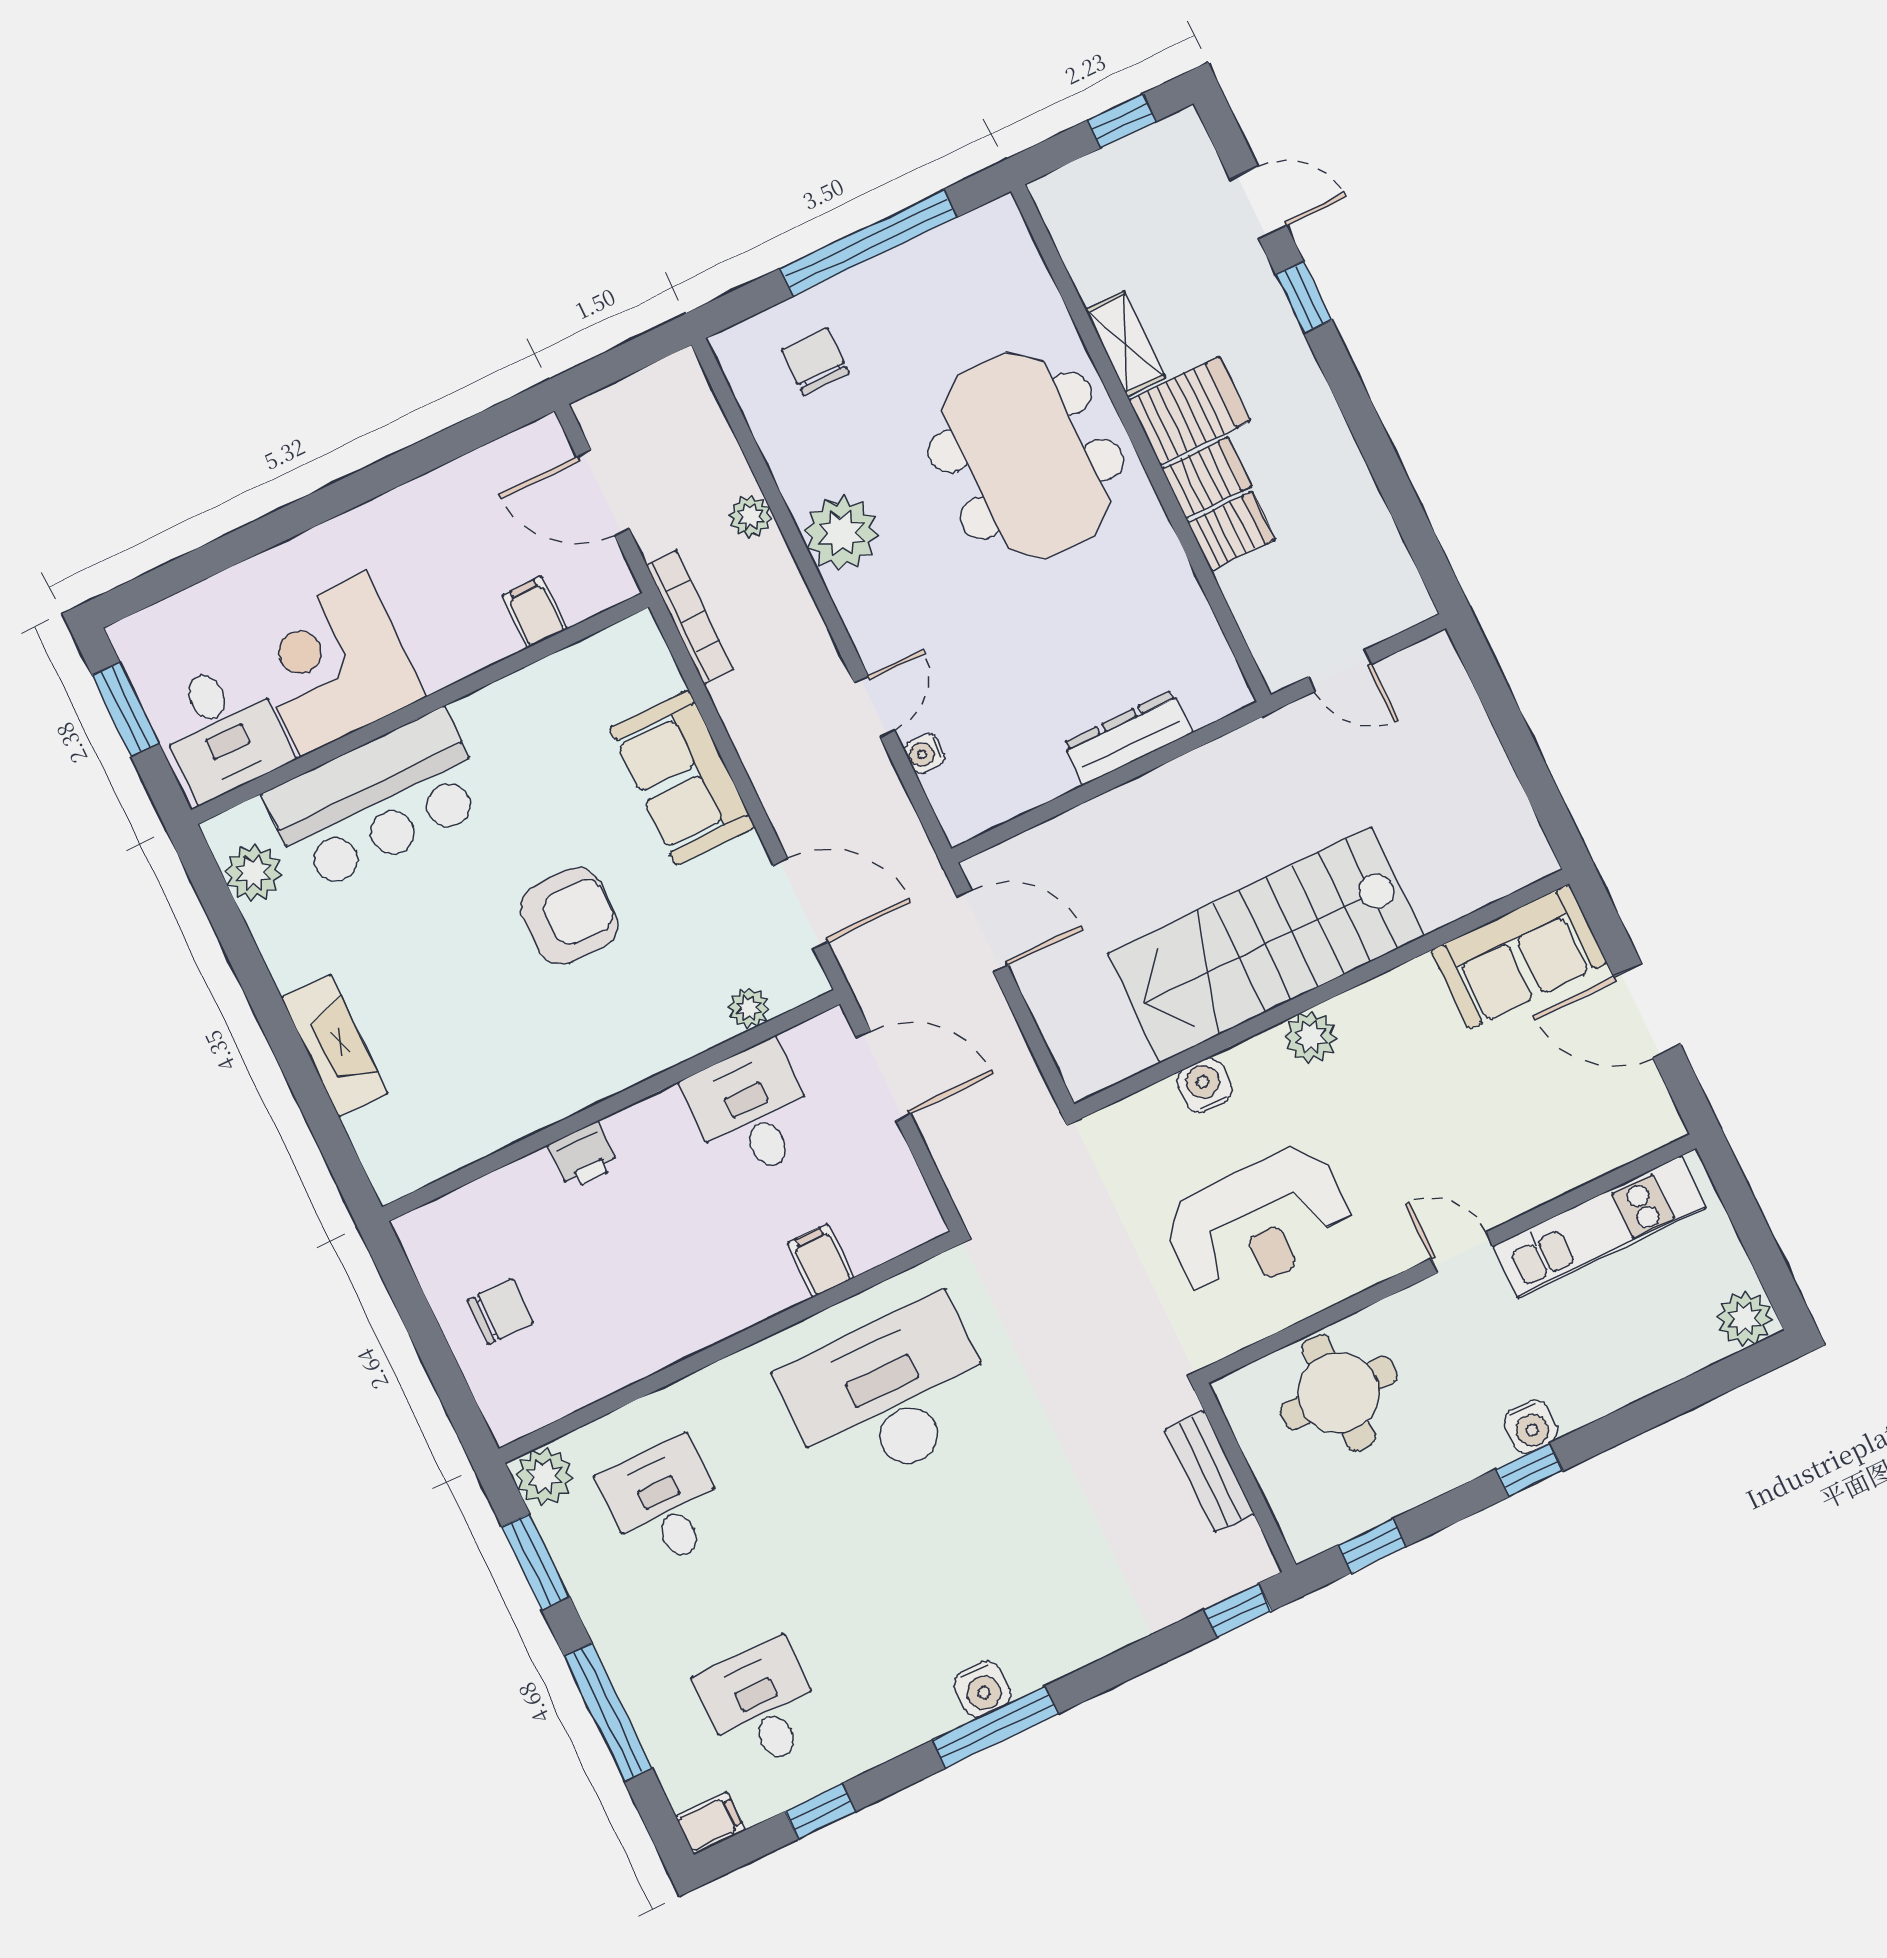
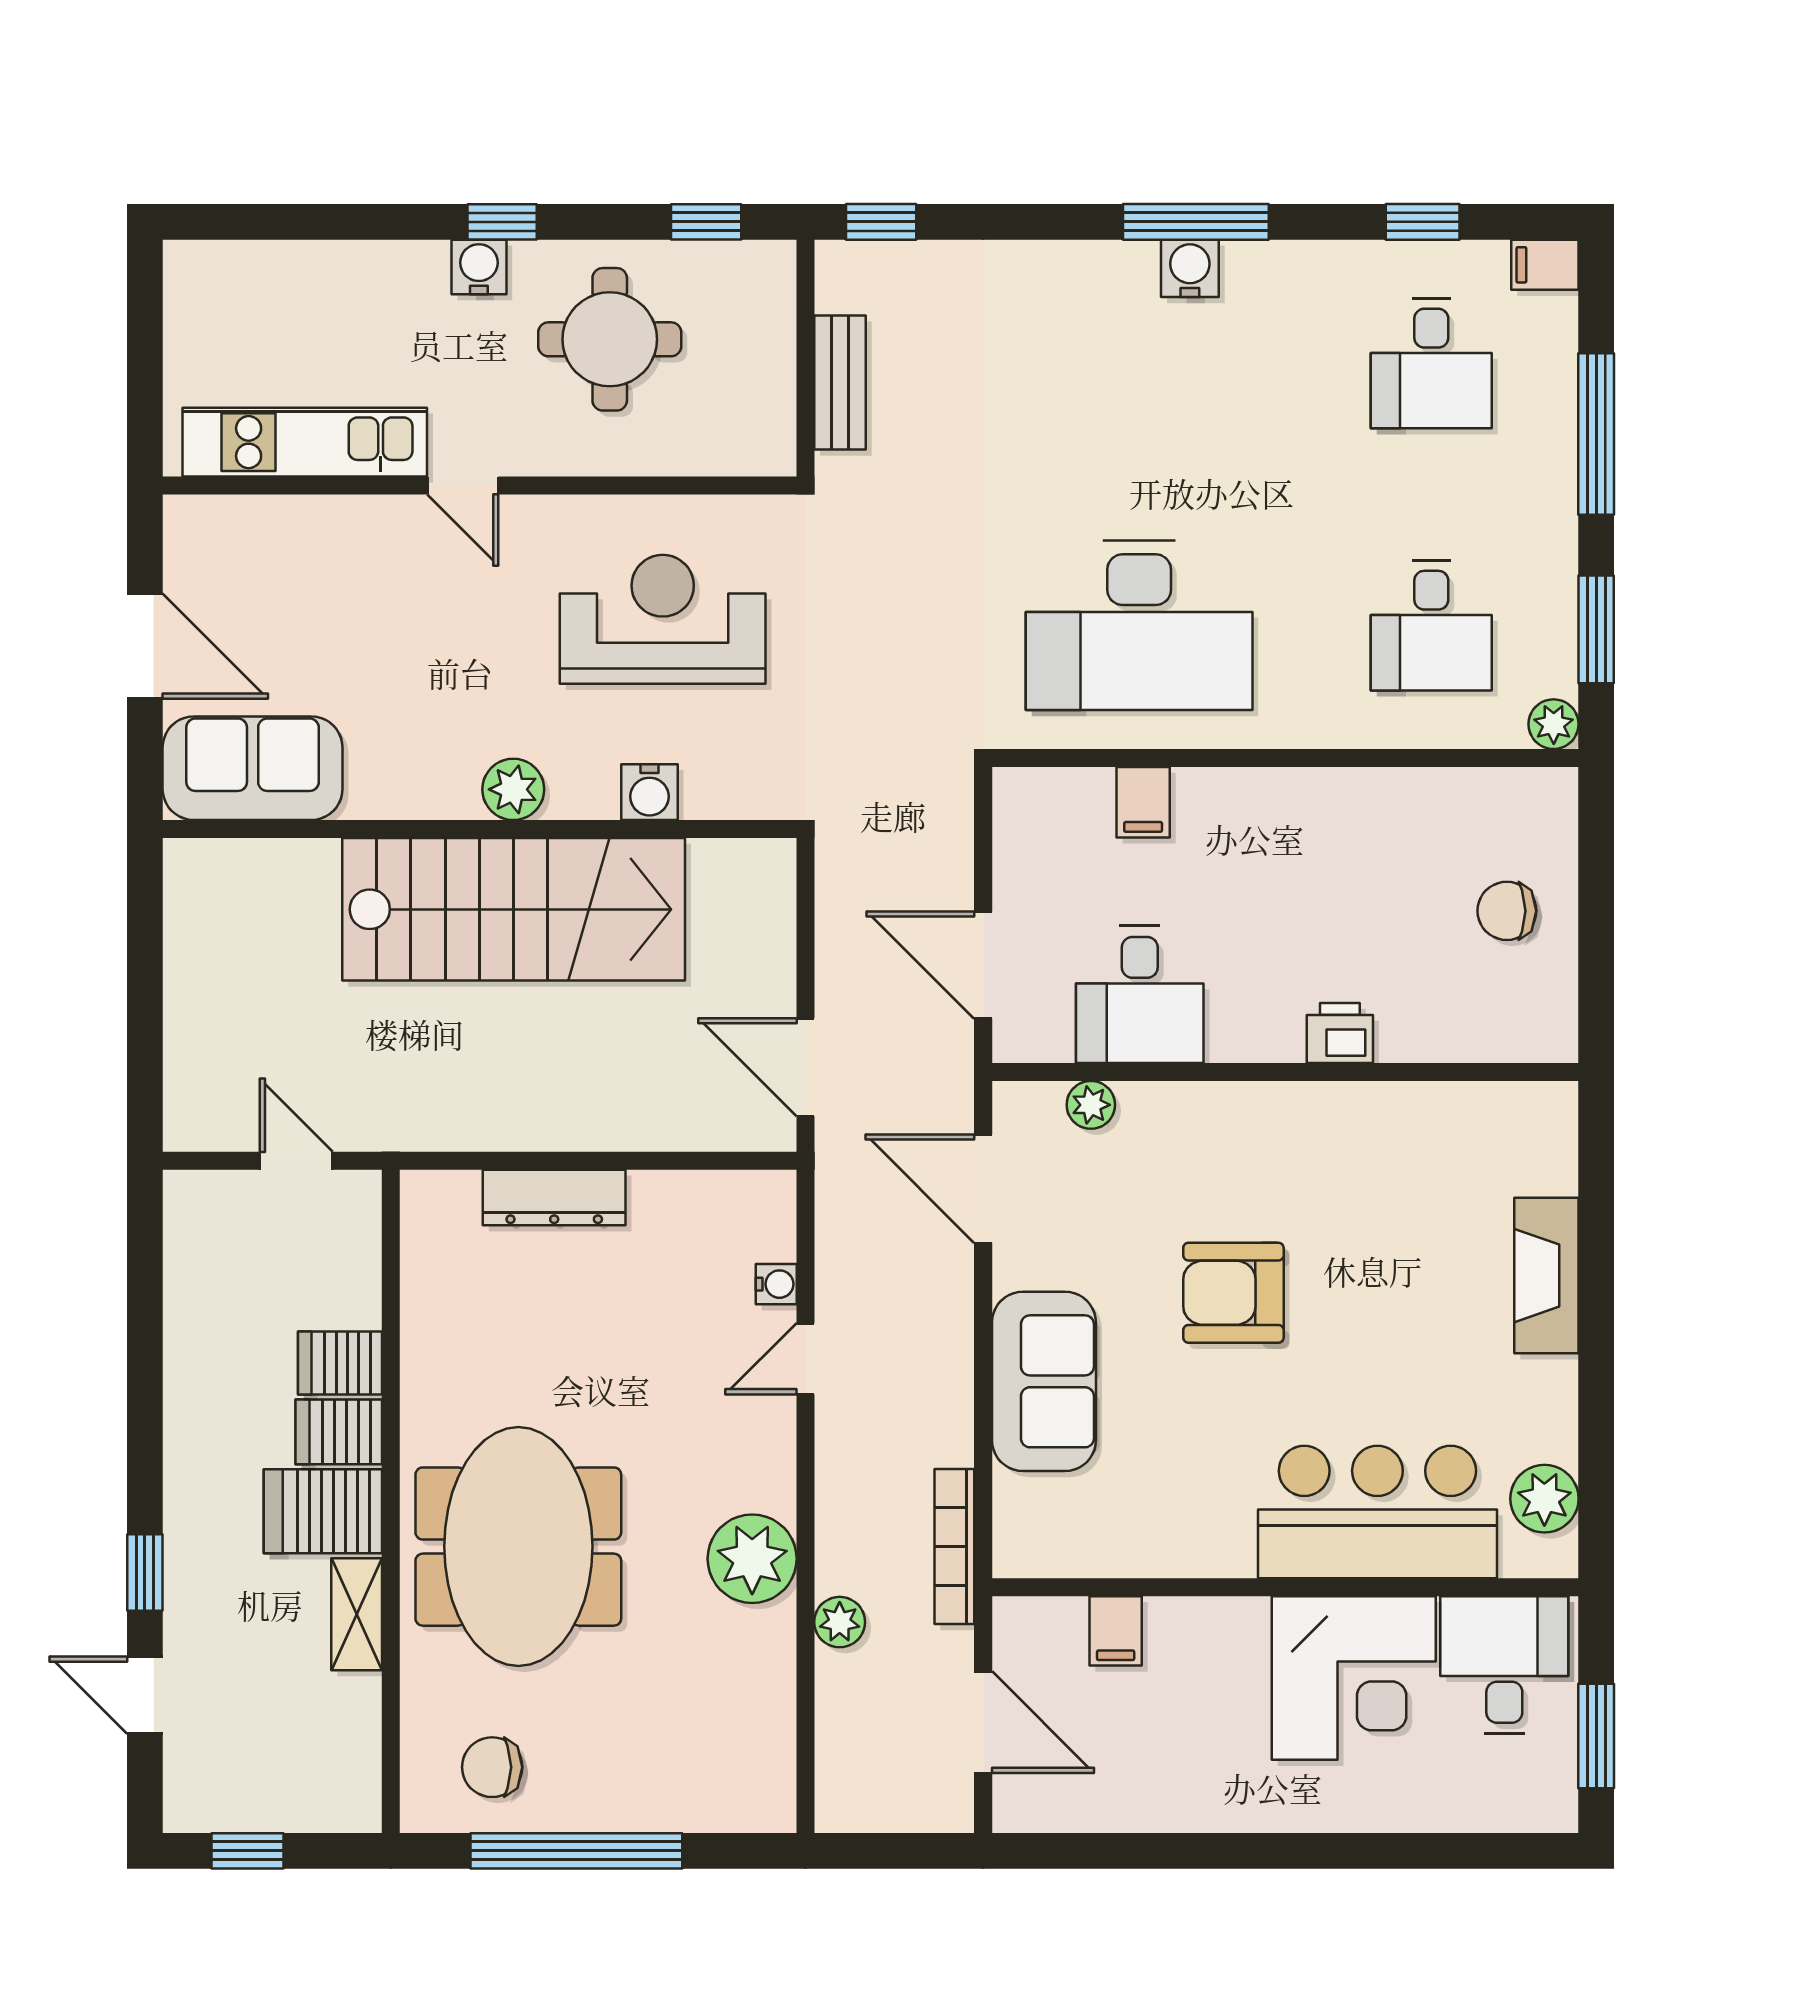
chair: (816, 362) -> (492, 1767), moved, turned 90
plant: (1745, 1319) -> (199, 272), removed
round table: (1339, 1393) -> (610, 339), moved
plant: (544, 1477) -> (1554, 724), width x0.73, depth x0.73

